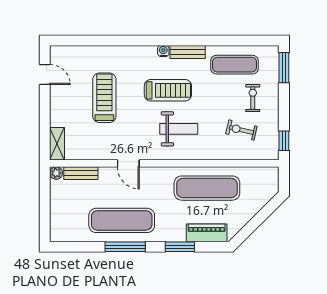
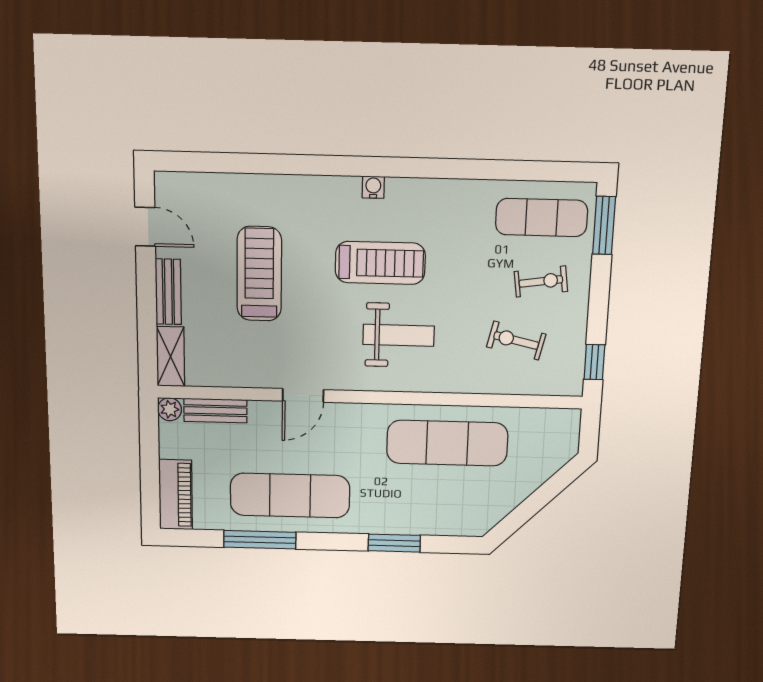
bench: (188, 52) -> (168, 292), moved, turned 90
exercise mat: (234, 65) -> (542, 217), moved
exercise bike: (253, 98) -> (541, 281), turned 82
door: (128, 163) -> (303, 395), hinge flipped
piano: (207, 233) -> (176, 495), moved, turned 90
window: (125, 247) -> (260, 540), moved

